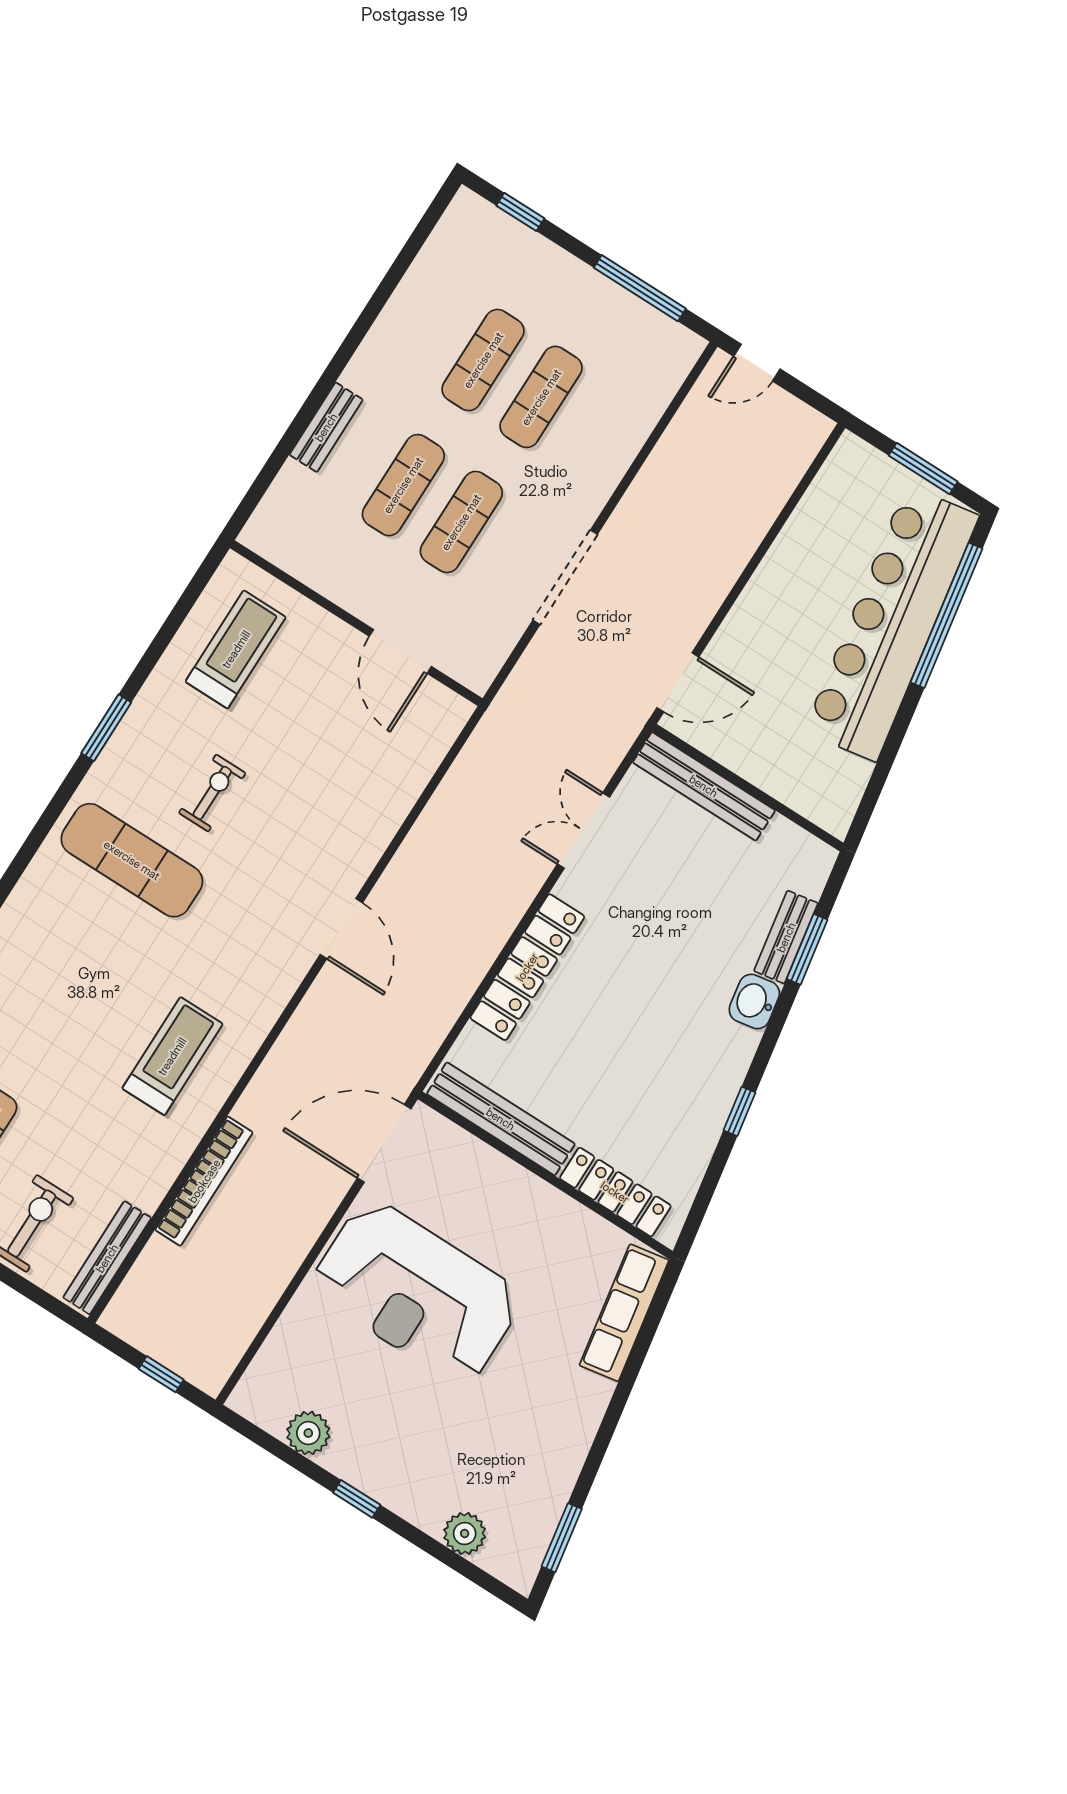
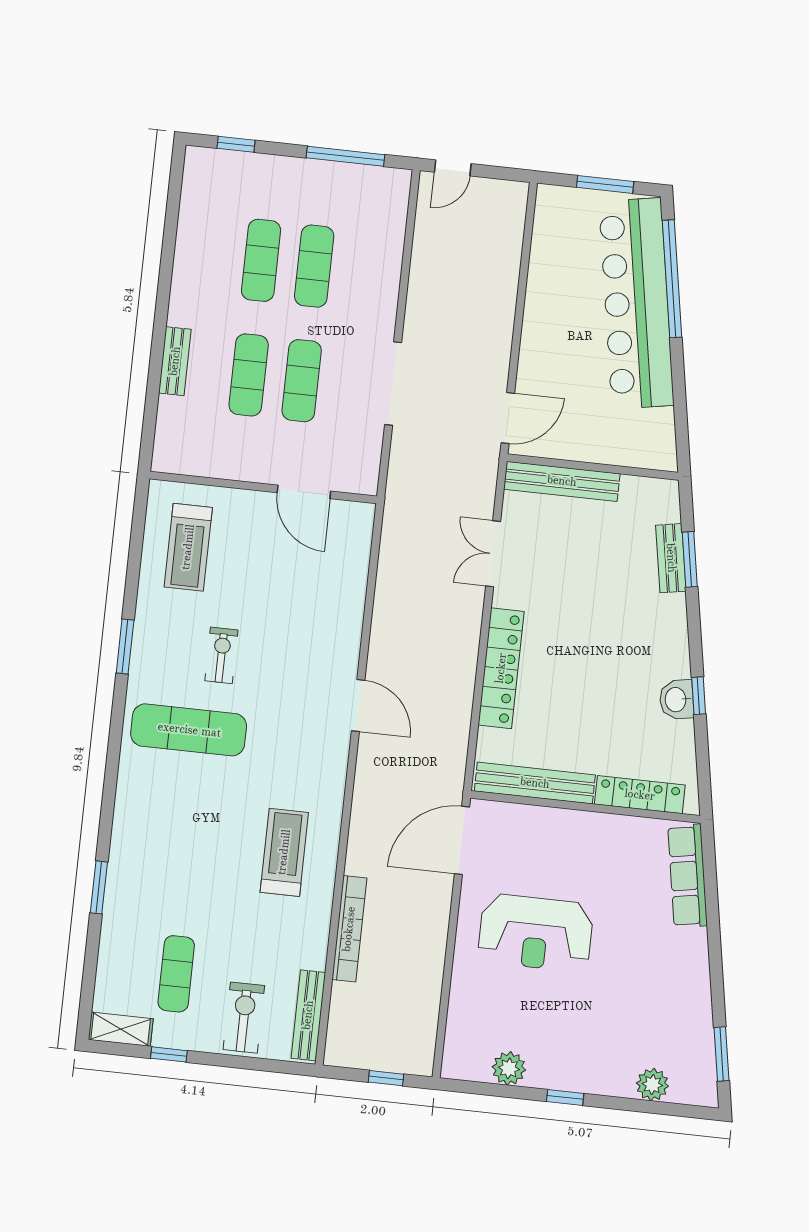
treadmill: (236, 649) -> (188, 547), turned 180
washbasin: (754, 1002) -> (677, 700), moved
reception desk: (416, 1292) -> (536, 933), width x0.74, depth x0.77

